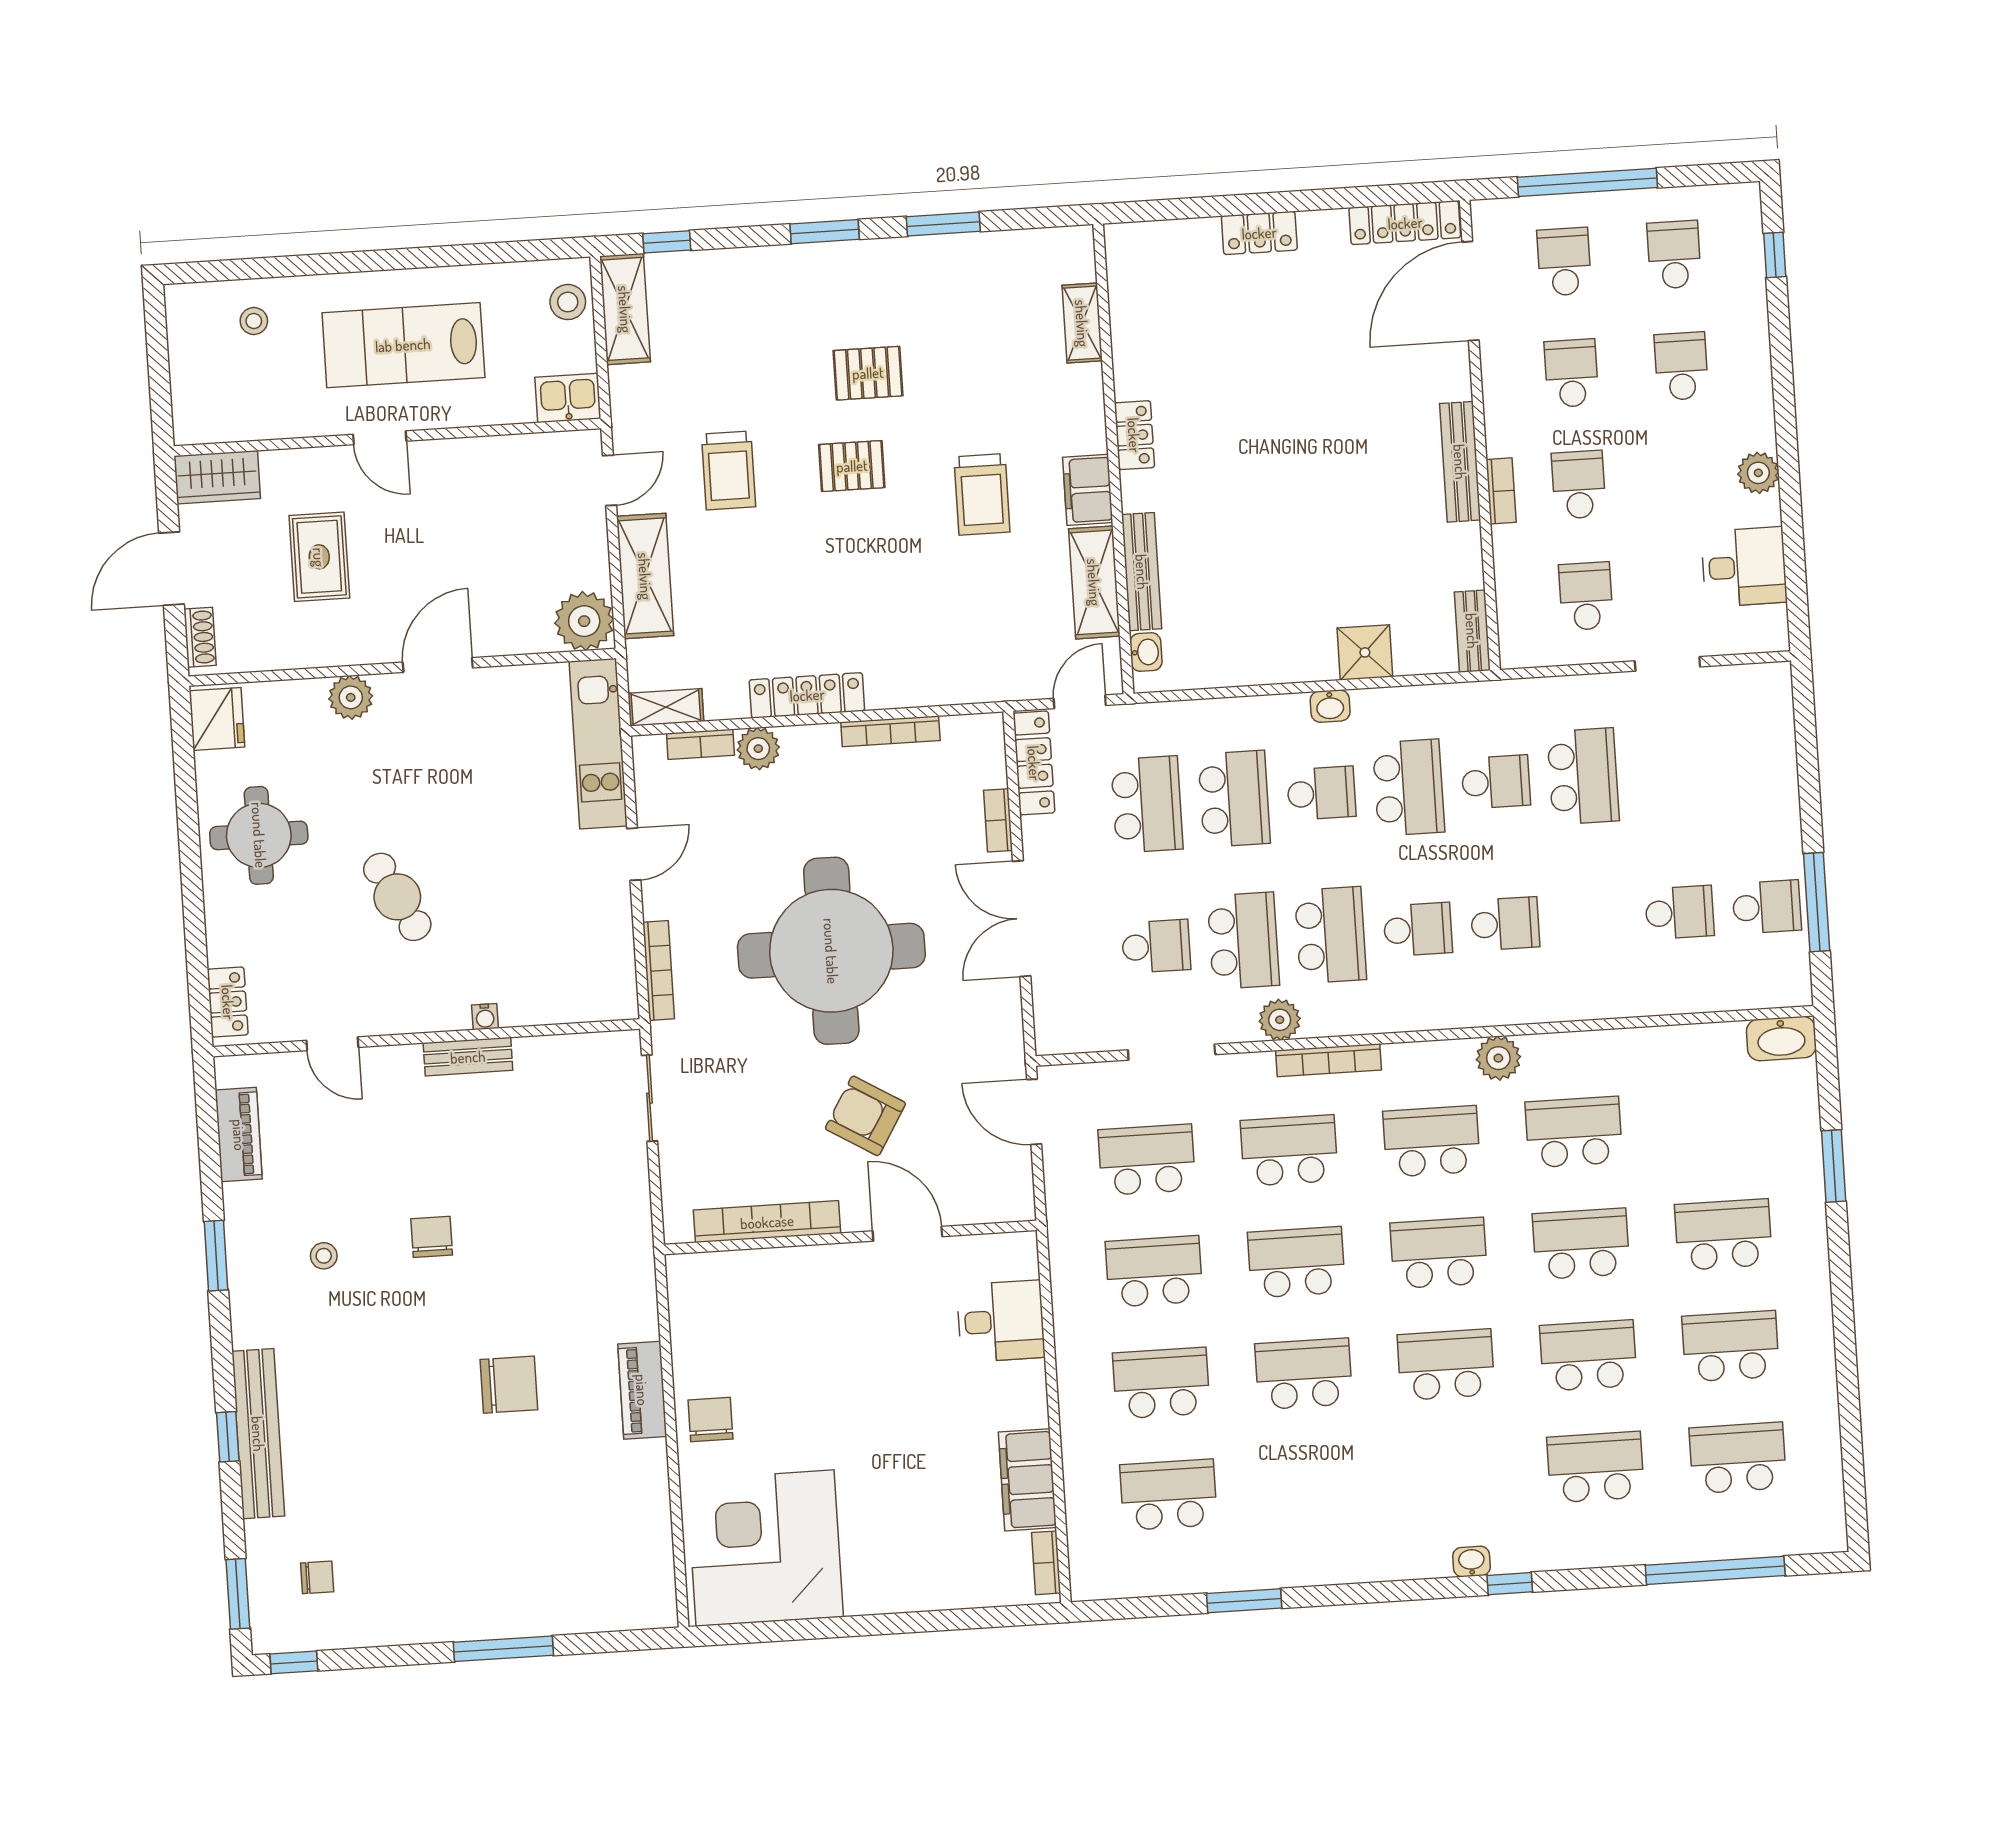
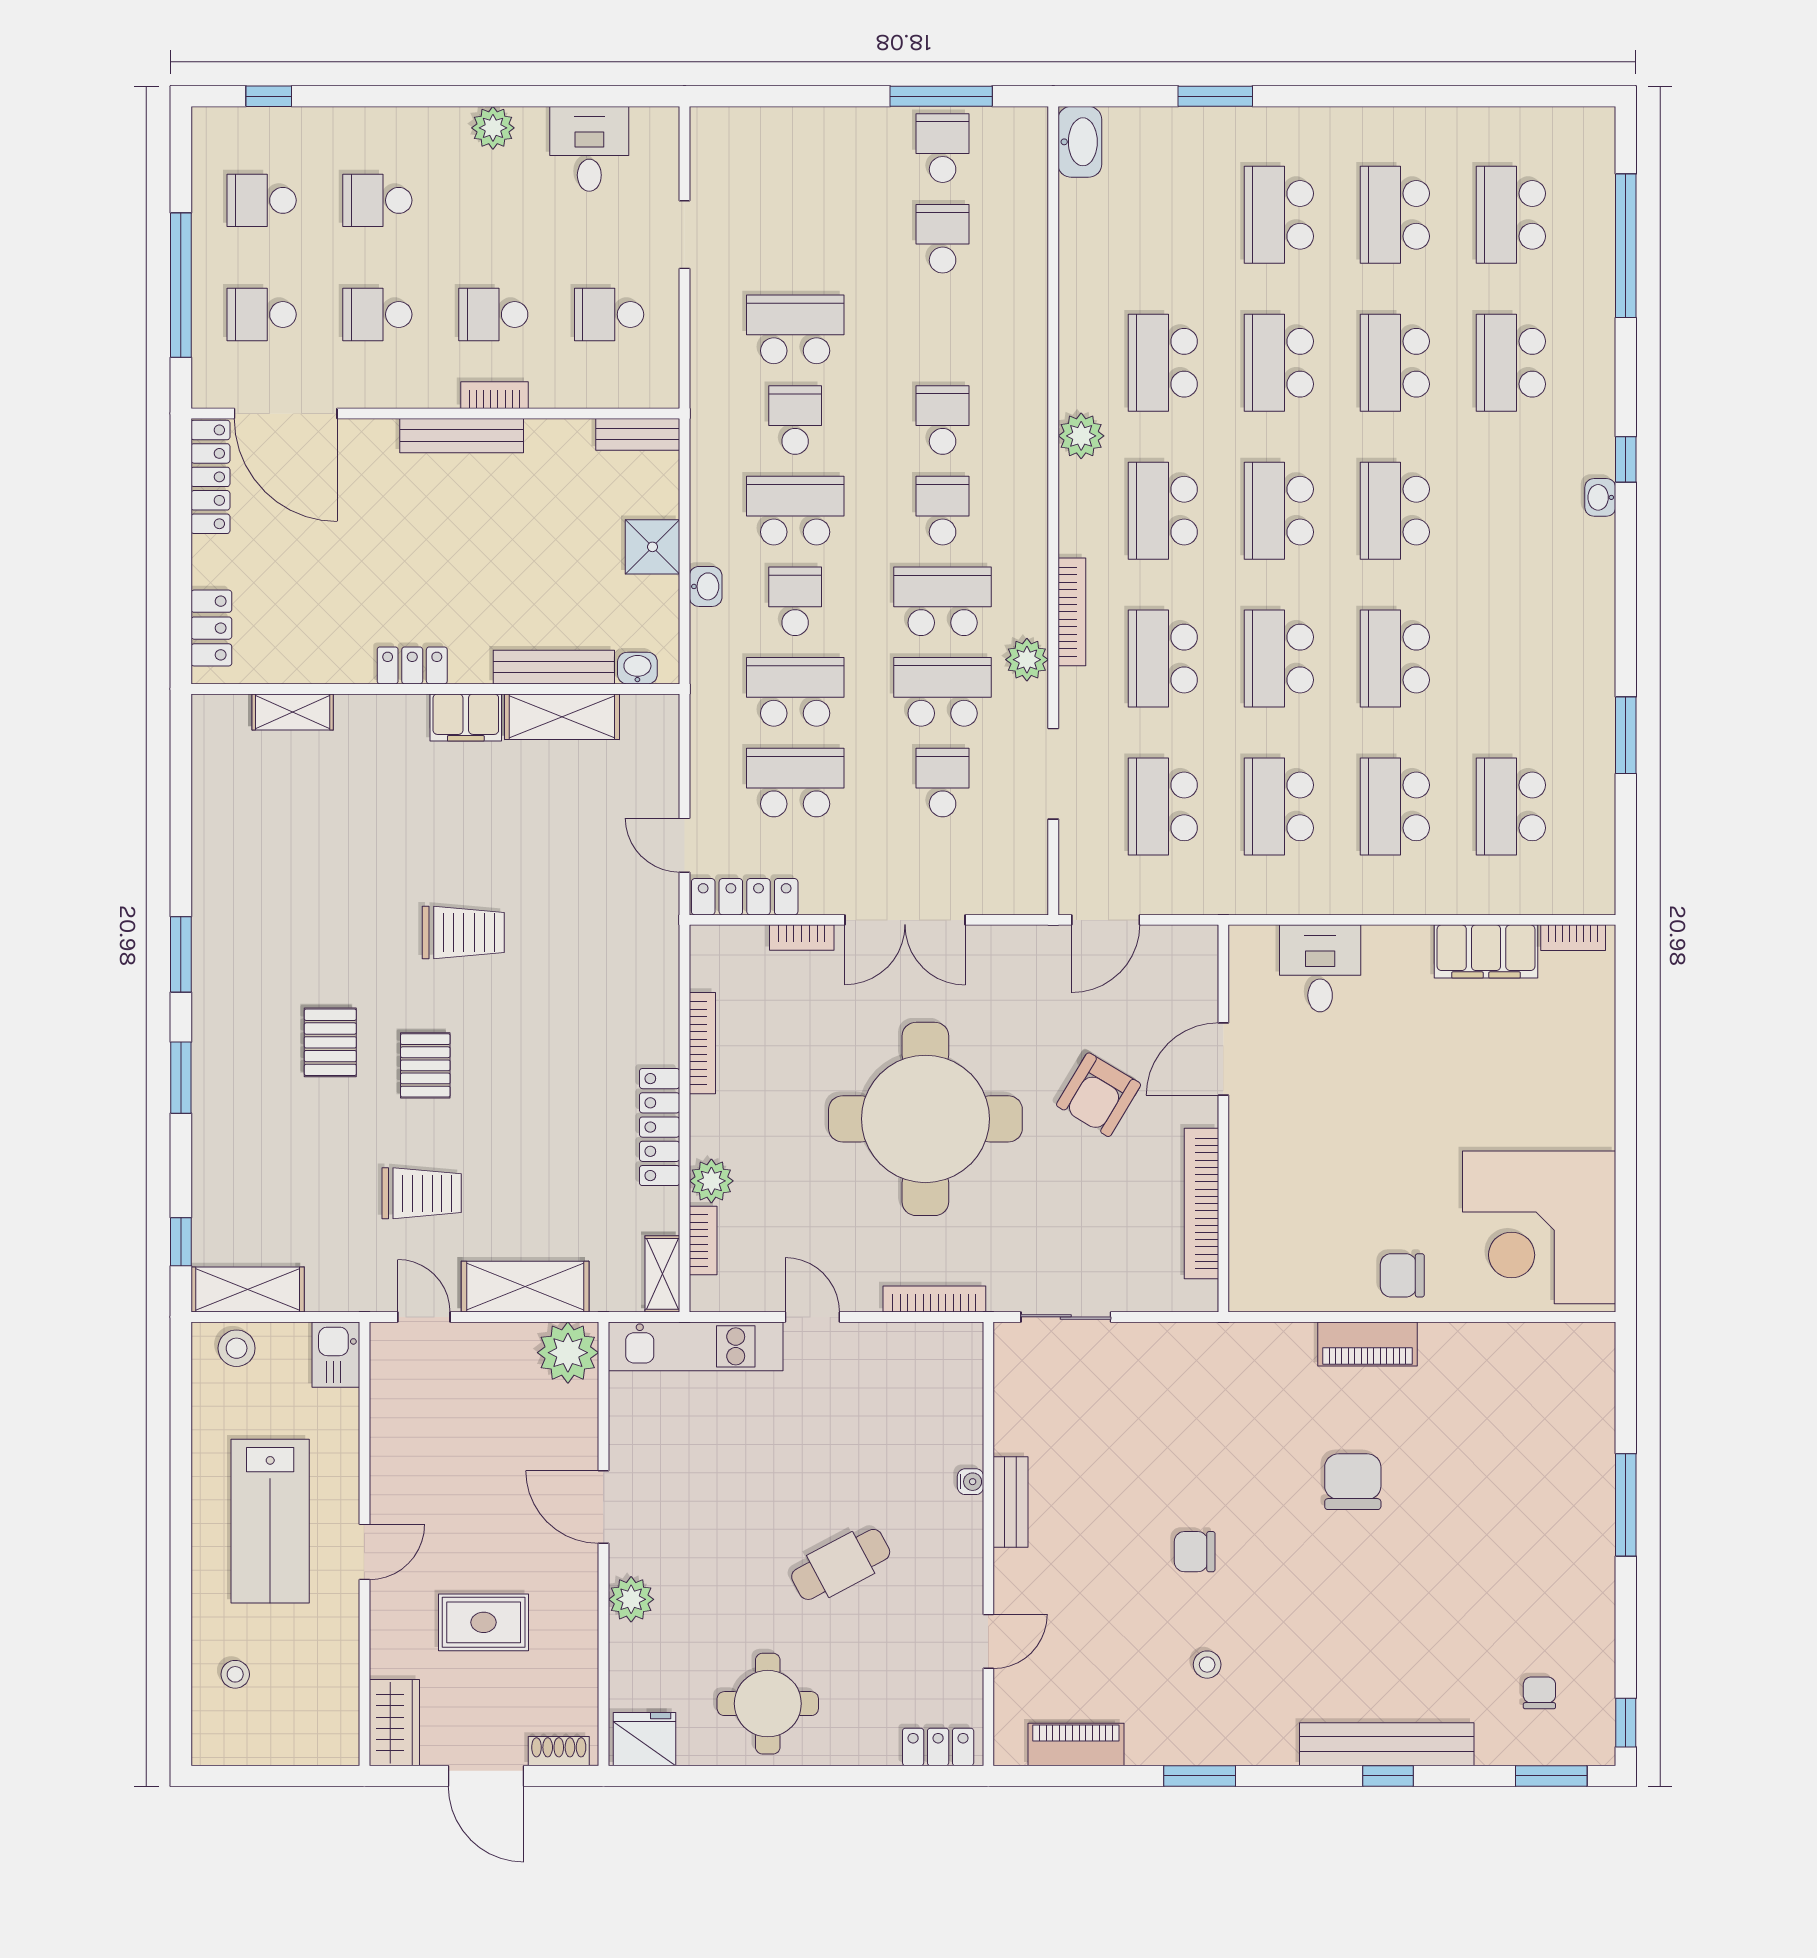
shelving: (1082, 323) -> (293, 712), moved
locker: (1134, 435) -> (412, 665), moved
wall: (1113, 459) -> (435, 689), moved
filing cabinet: (1088, 490) -> (466, 717), moved
bench: (1142, 572) -> (554, 667), moved
shelving: (1094, 582) -> (562, 717), moved
washbasin: (1146, 652) -> (637, 668), moved

